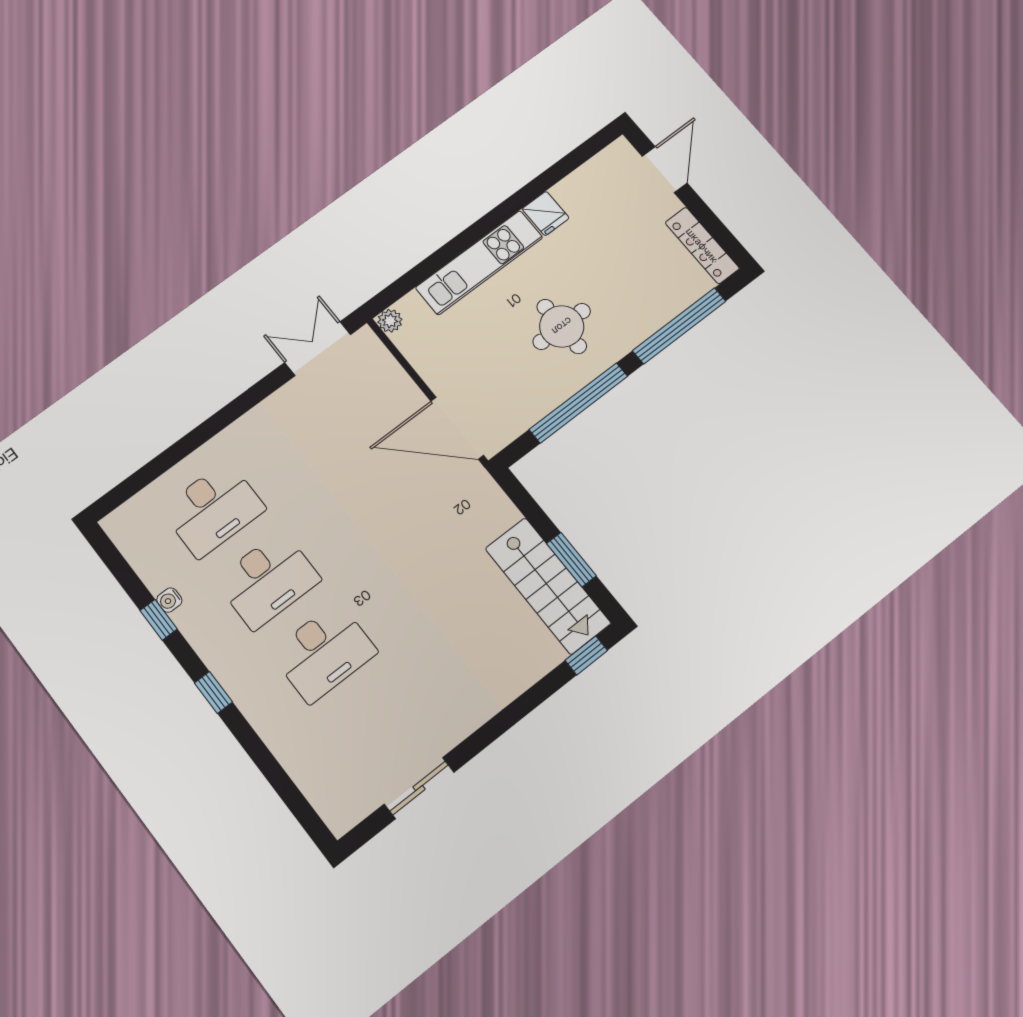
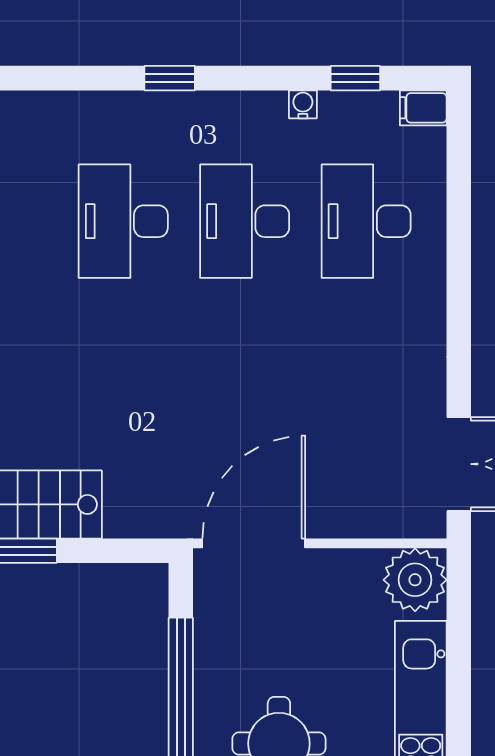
plant: (390, 321) -> (415, 580), width x1.88, depth x1.88
filing cabinet: (118, 528) -> (423, 108), added
window: (159, 620) -> (355, 78), moved

